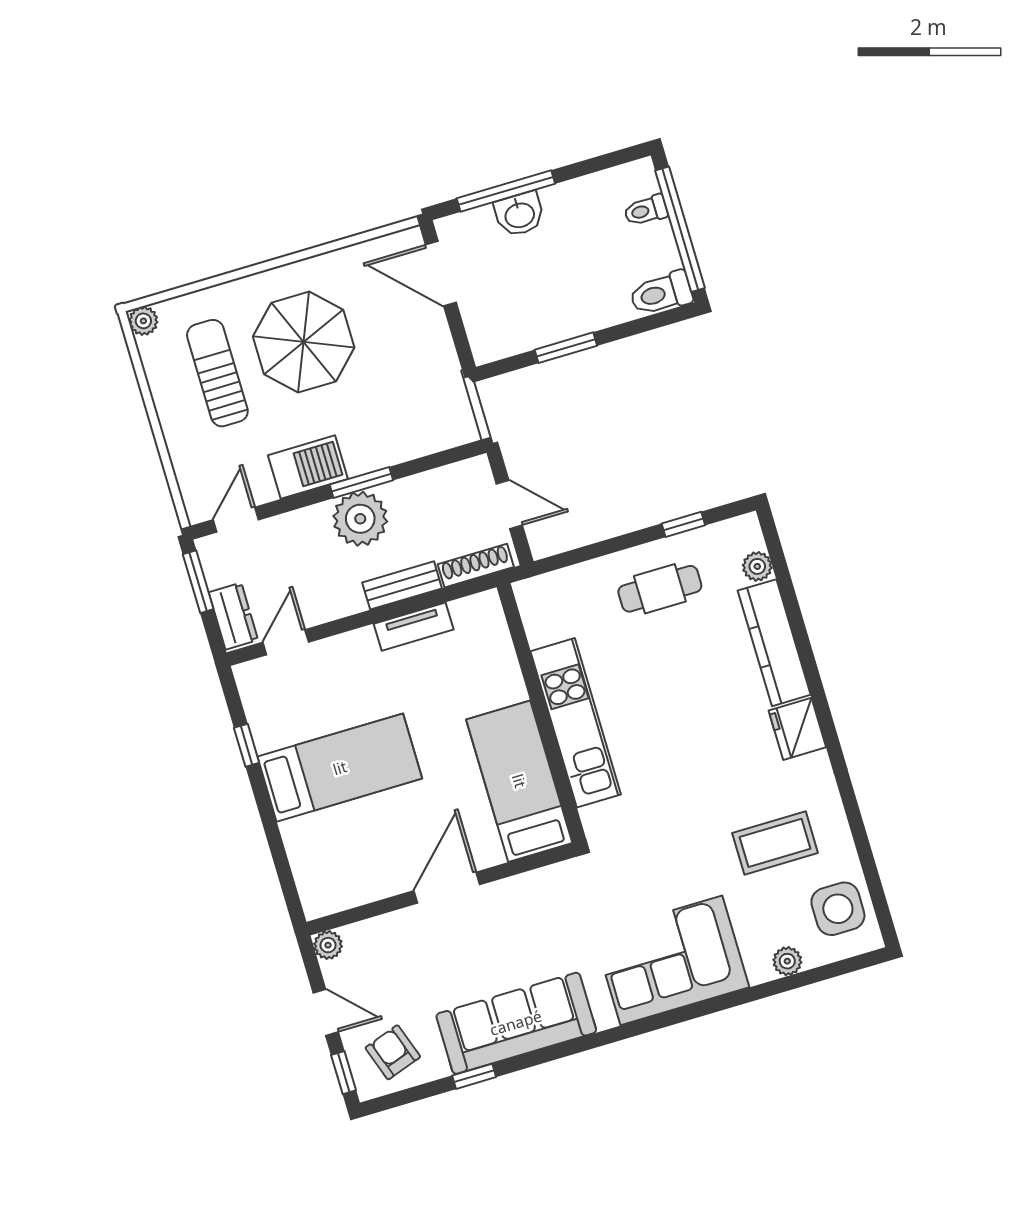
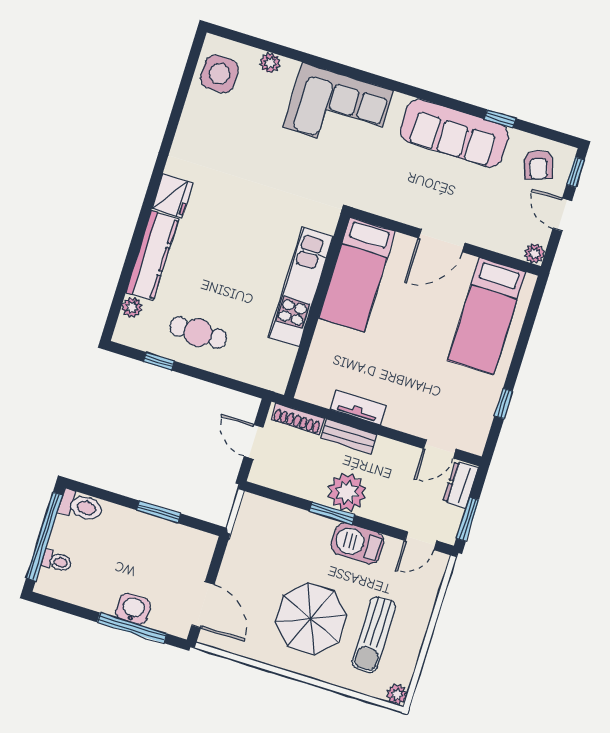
bed: (340, 768) -> (487, 316), moved, turned -90
coffee table: (775, 843) -> (231, 137), removed

